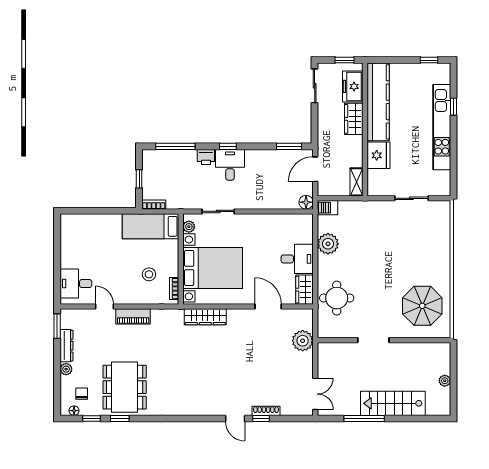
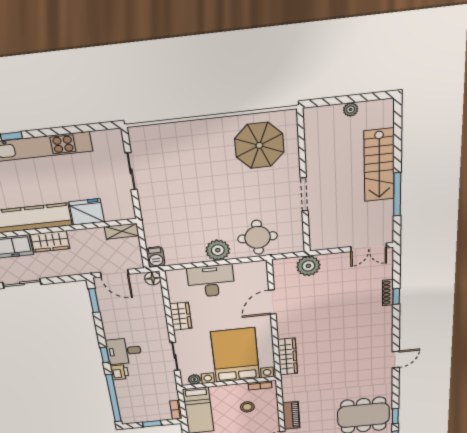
window: (175, 146) -> (113, 398), width x1.46
plant: (328, 244) -> (218, 250), moved
desk: (297, 259) -> (211, 281), width x1.37
wardrobe: (305, 290) -> (181, 316), moved, turned -90
double door: (315, 394) -> (369, 247), swing flipped
door: (235, 418) -> (396, 360), moved

